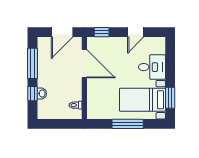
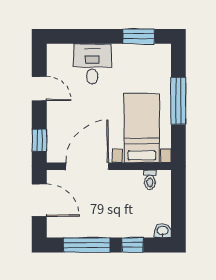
washbasin: (42, 94) -> (163, 231), moved
bed with nightstands: (142, 100) -> (142, 128), moved, turned 180

